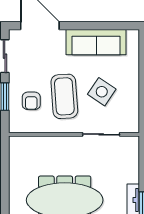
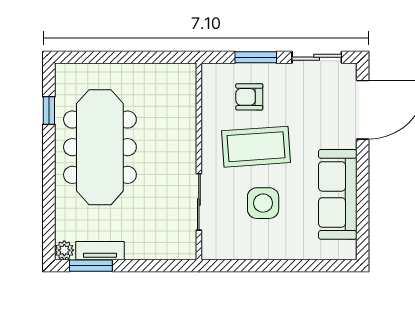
side table: (102, 92) -> (263, 203), turned -34

